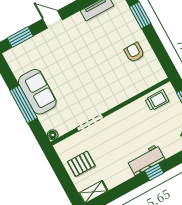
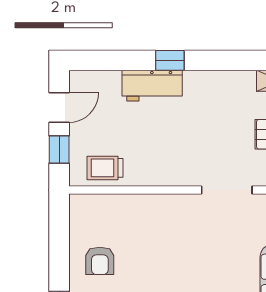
workbench: (146, 160) -> (152, 86), moved

